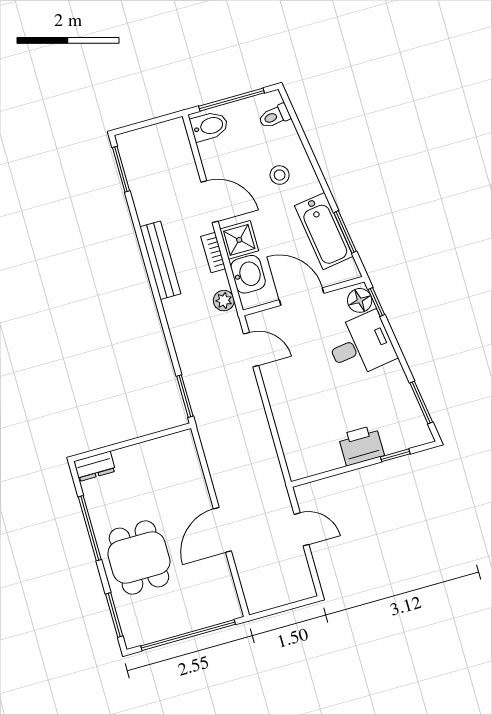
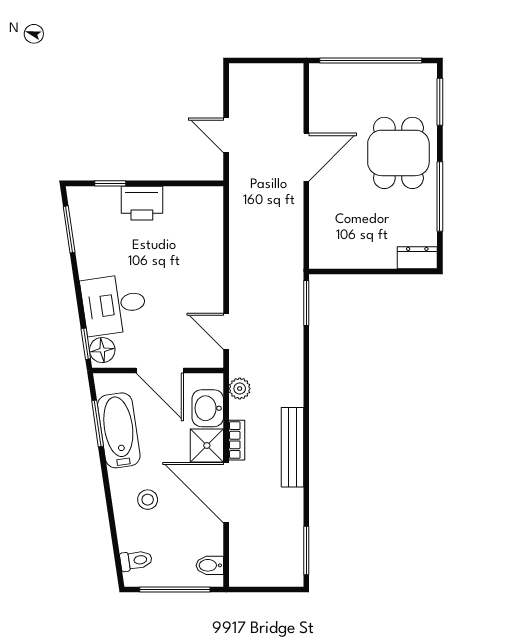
bidet: (209, 126) -> (210, 565), width x0.72, depth x0.74
door: (209, 202) -> (226, 493), width x1.36

